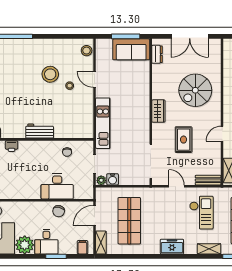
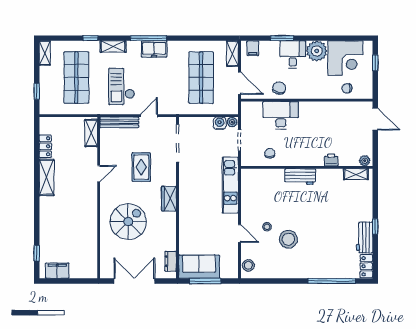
bench: (208, 180) -> (119, 122), width x1.36
door: (177, 186) -> (149, 116), swing flipped
door: (95, 215) -> (240, 83), hinge flipped
window: (177, 256) -> (149, 38), added

